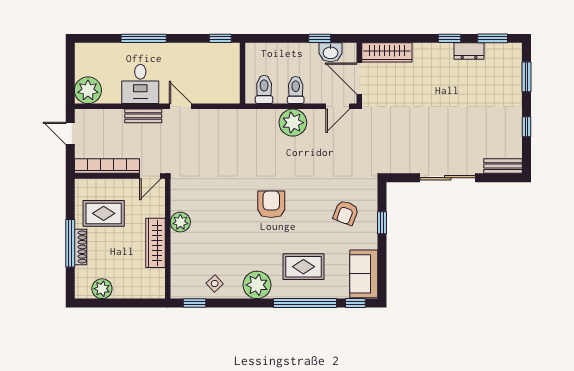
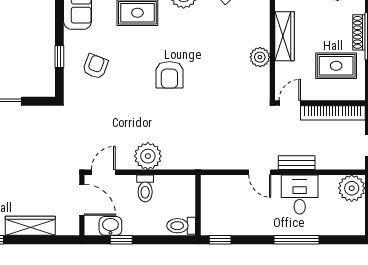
wardrobe: (387, 52) -> (30, 226), moved
toilet: (264, 89) -> (181, 226), moved, turned 90

